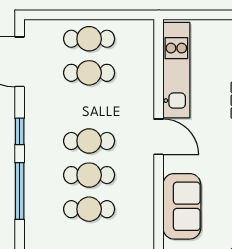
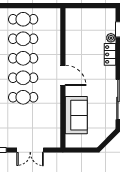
kitchen unit: (176, 70) -> (73, 37), removed
cafe table: (89, 209) -> (23, 58), moved

